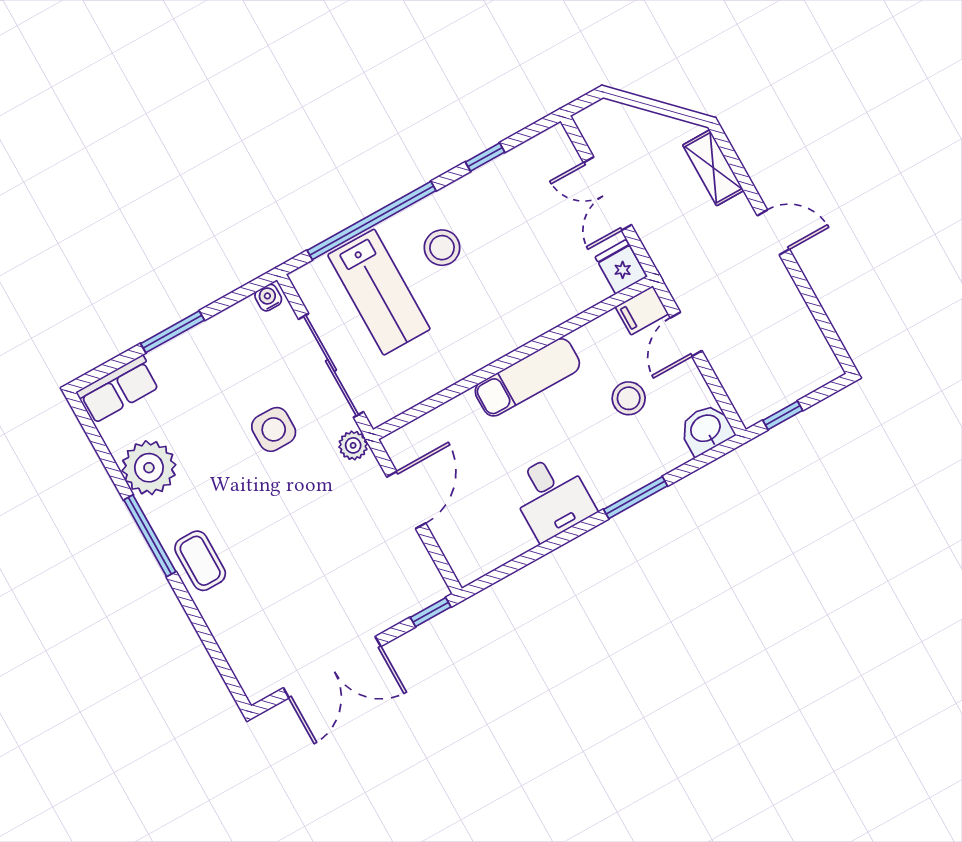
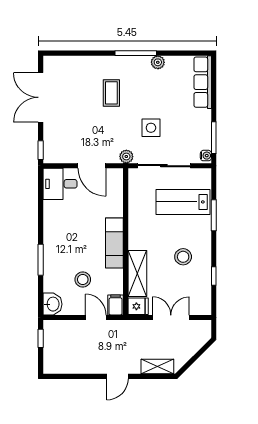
window: (372, 221) -> (214, 215), width x0.47
stool: (442, 248) -> (183, 257), moved
shelving: (560, 303) -> (137, 274), added
window: (172, 332) -> (214, 138), moved
row of seats: (118, 389) -> (203, 82), width x1.48
plant: (149, 468) -> (158, 62), width x0.53, depth x0.53
desk: (552, 497) -> (60, 184), moved
coffee table: (200, 561) -> (111, 93), moved, turned 90

